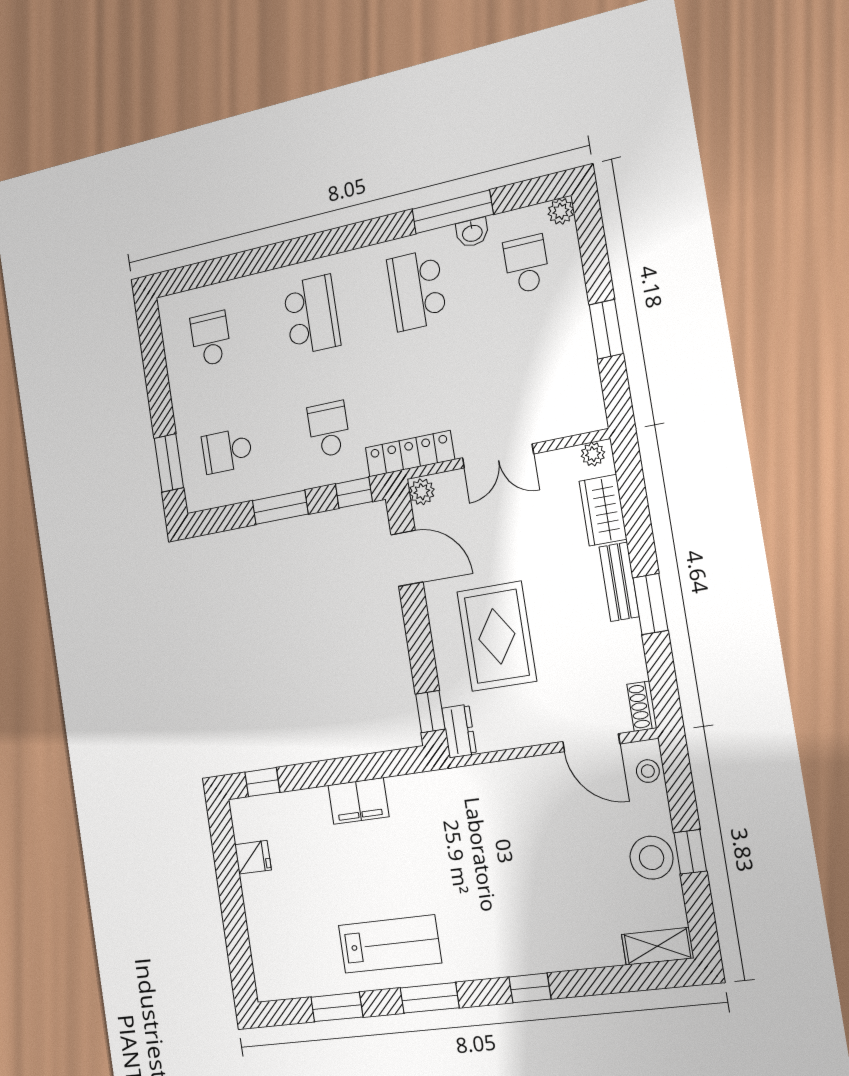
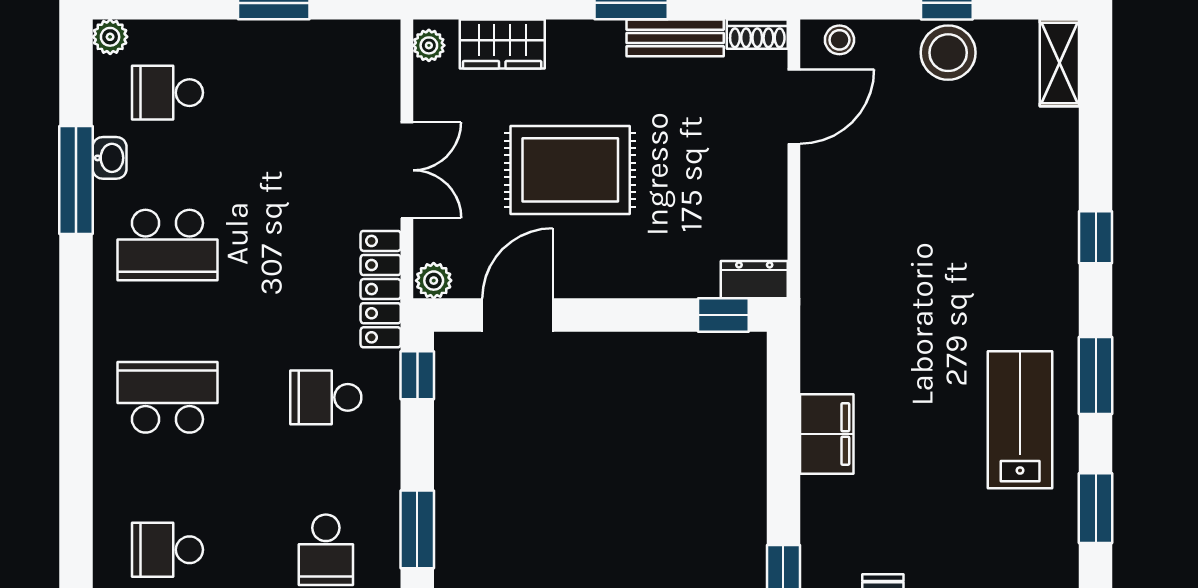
window: (280, 507) -> (417, 529), moved
bench: (619, 582) -> (675, 38), moved
rug: (497, 636) -> (570, 170), moved

